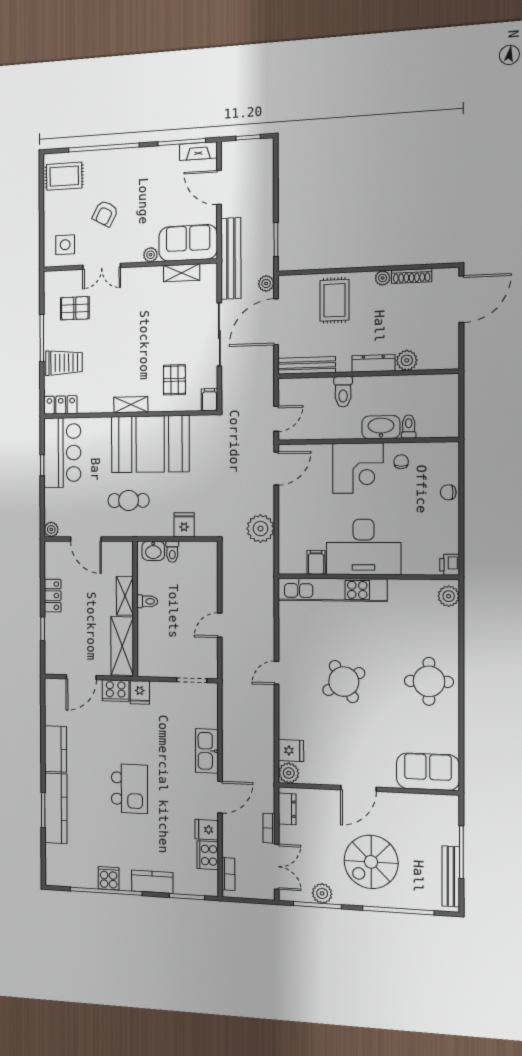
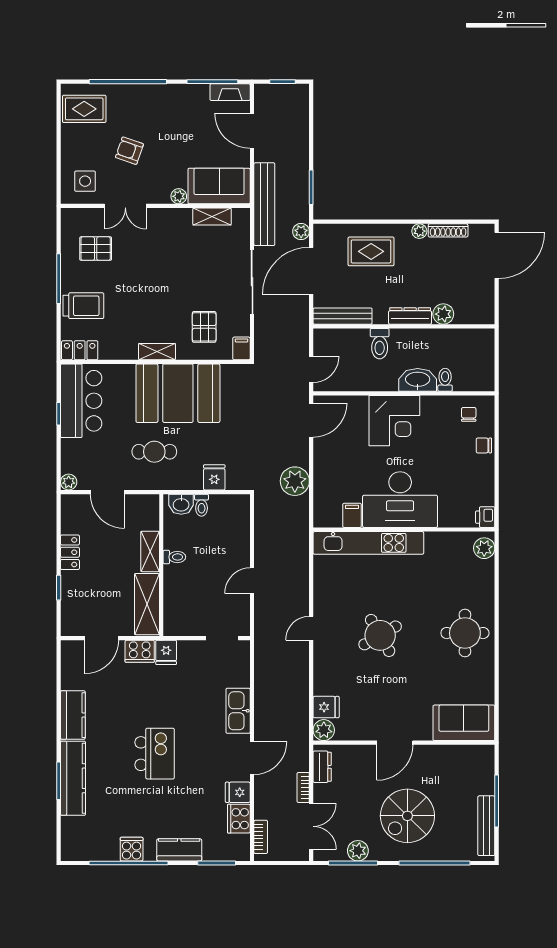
armchair: (105, 213) -> (129, 151), turned 81
rug: (334, 300) -> (371, 251), turned 90
chair: (401, 462) -> (469, 414), moved

